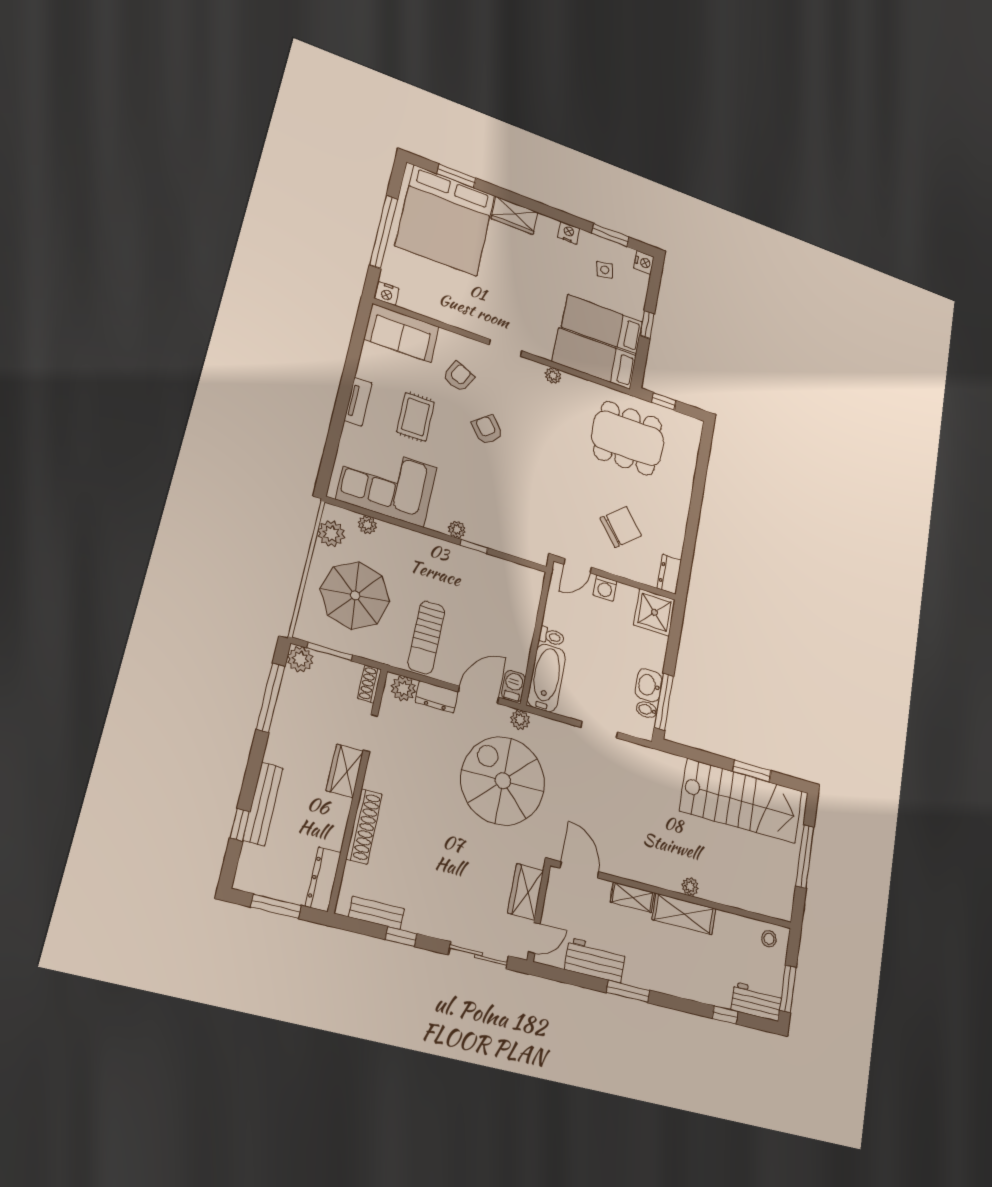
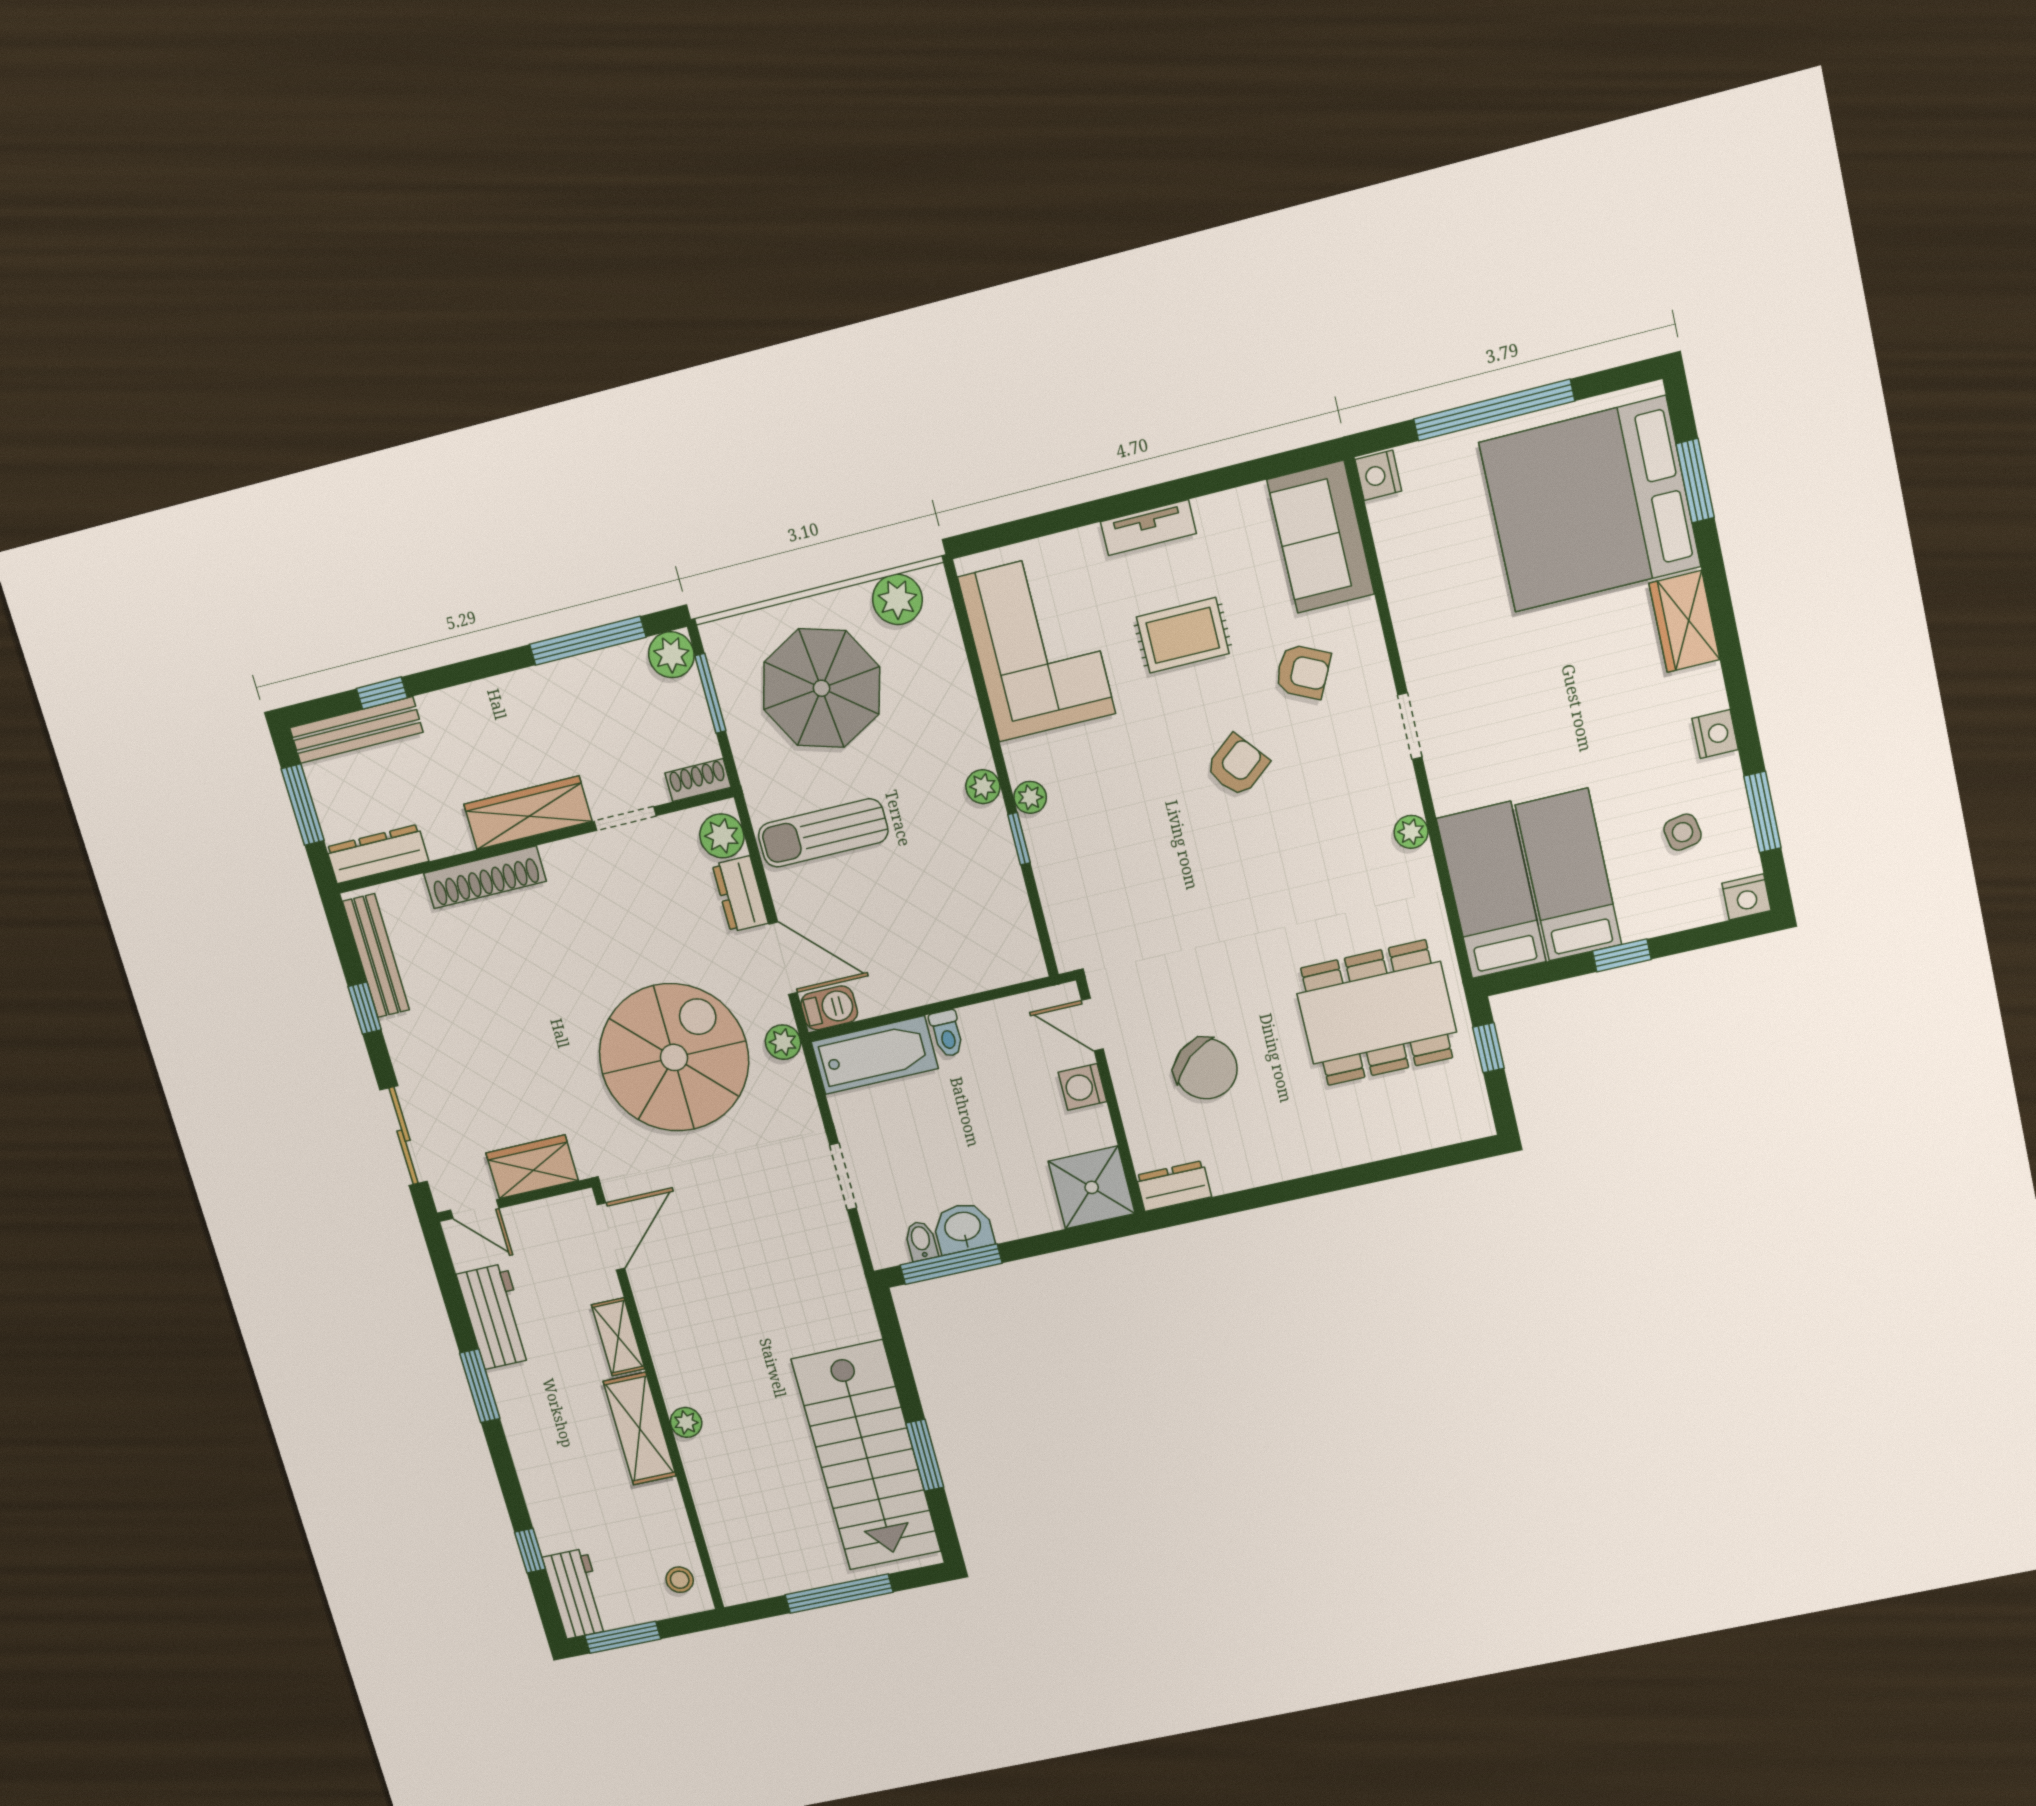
dining table: (628, 438) -> (1377, 1013), turned 90
plant: (367, 525) -> (983, 787), moved
wardrobe: (345, 771) -> (528, 813), width x1.50
bench: (263, 804) -> (356, 730), moved
bench: (376, 913) -> (376, 956), width x1.36

